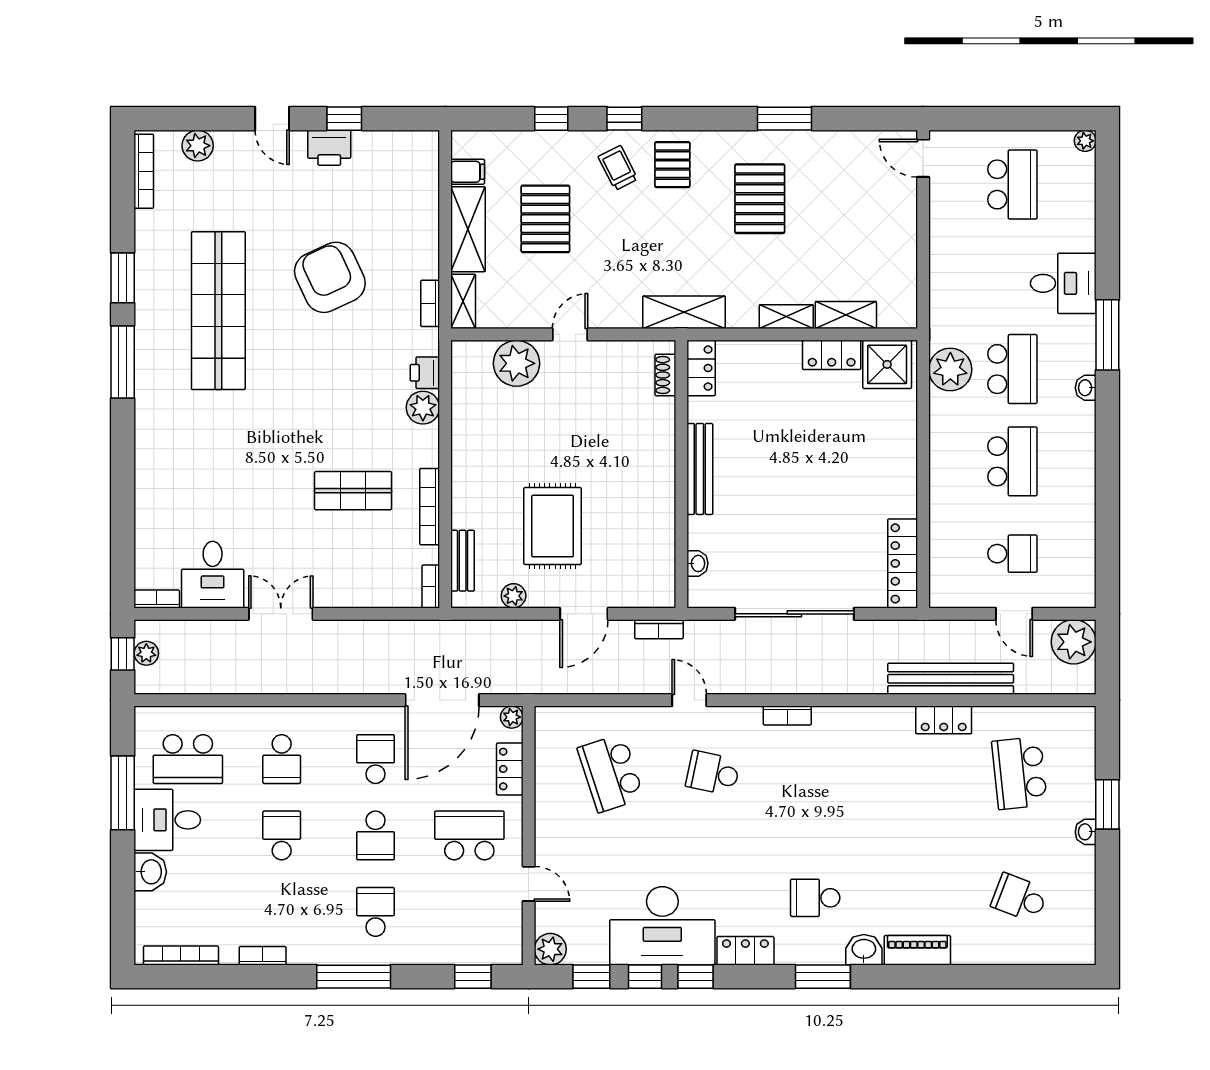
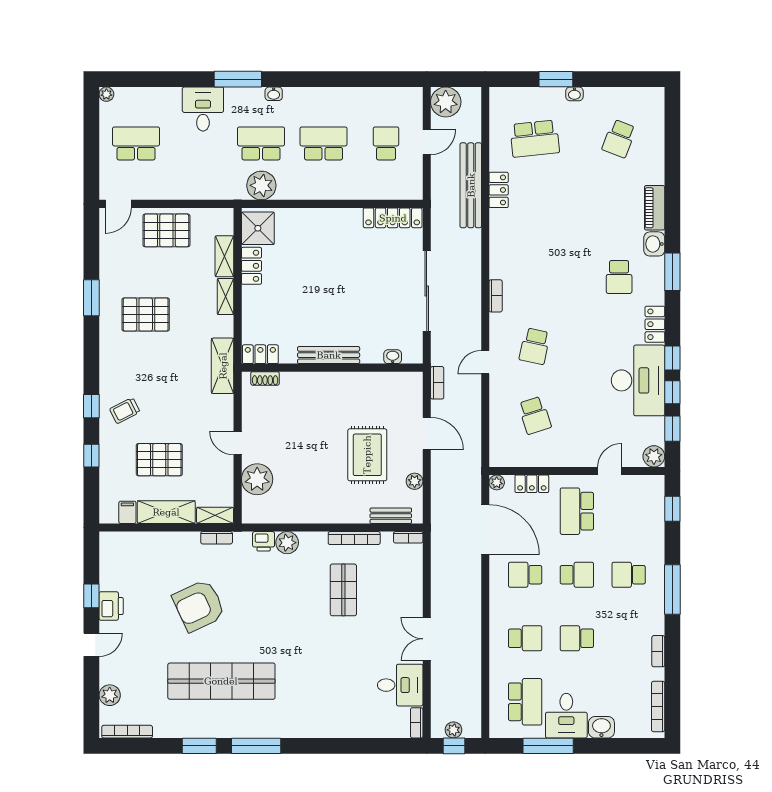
pallet: (672, 165) -> (166, 230), moved, width x1.50, depth x1.42
rug: (553, 526) -> (367, 455), turned 90
school desk: (611, 773) -> (535, 415), width x0.54

